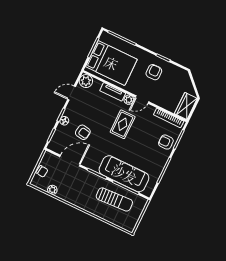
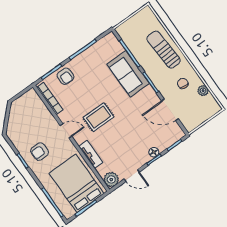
plant: (129, 100) -> (79, 138), removed
wardrobe: (186, 106) -> (26, 101), removed
armchair: (83, 132) -> (142, 131), removed
chair: (42, 171) -> (183, 83), moved
sofa: (124, 174) -> (128, 74), width x0.73
sun lounger: (114, 199) -> (164, 50), moved

